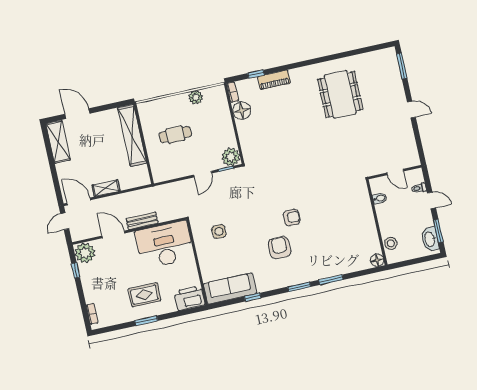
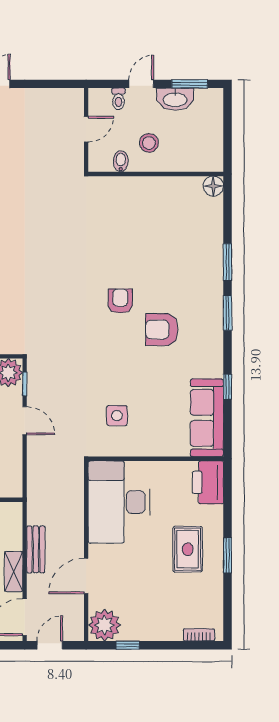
door: (65, 221) -> (50, 645), swing flipped
bench: (142, 221) -> (36, 549), moved
washbasin: (430, 239) -> (175, 99), moved
stool: (391, 243) -> (149, 143), moved

